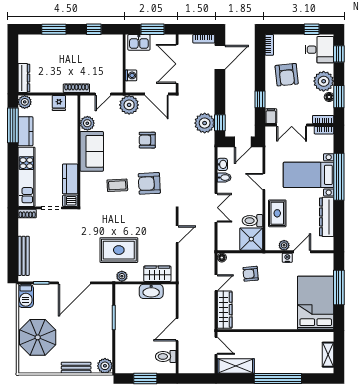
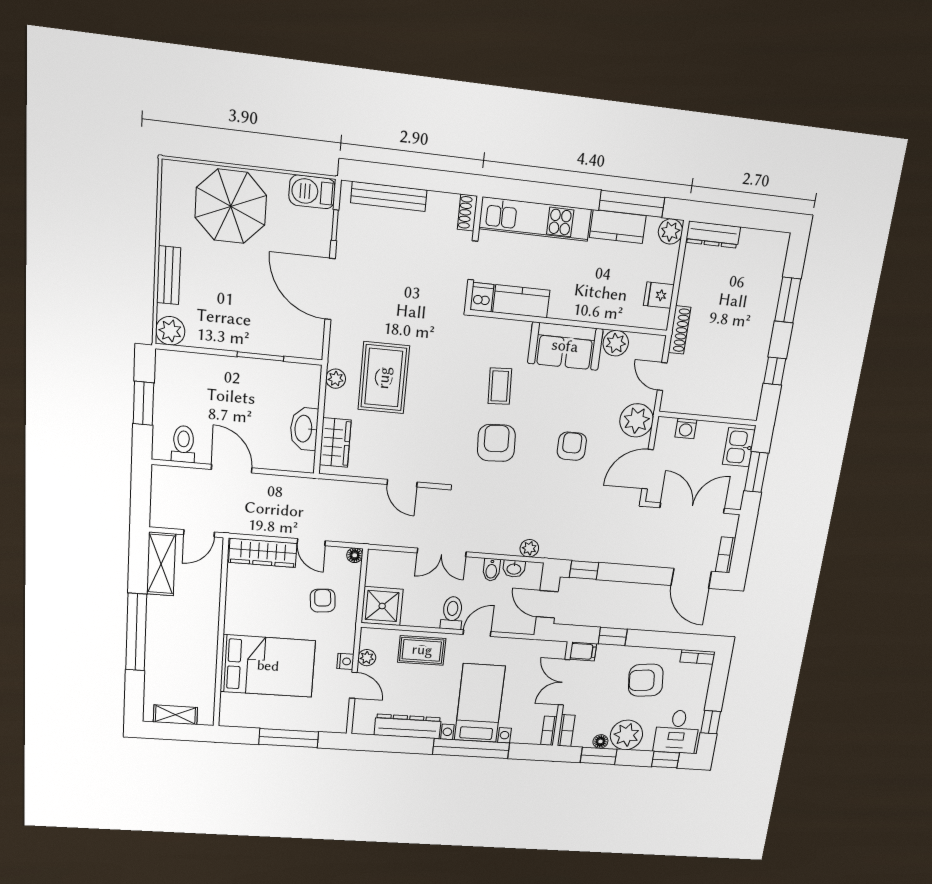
plant: (205, 123) -> (529, 548), moved, width x0.53, depth x0.53
toilet: (252, 221) -> (452, 613), moved
bed: (316, 303) -> (268, 666), moved

